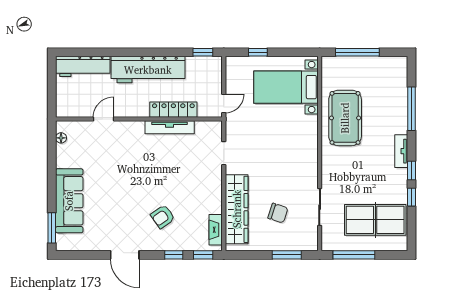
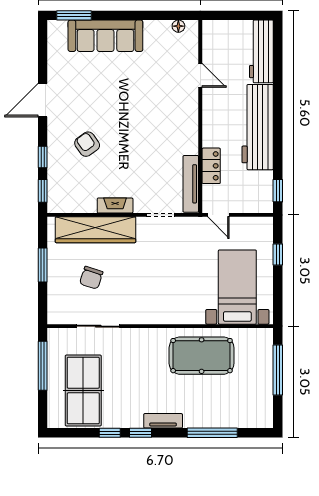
locker: (173, 110) -> (211, 166), width x0.66
tv unit: (170, 127) -> (191, 184), moved
fireplace: (216, 230) -> (115, 206), moved
window: (287, 255) -> (43, 265), moved

